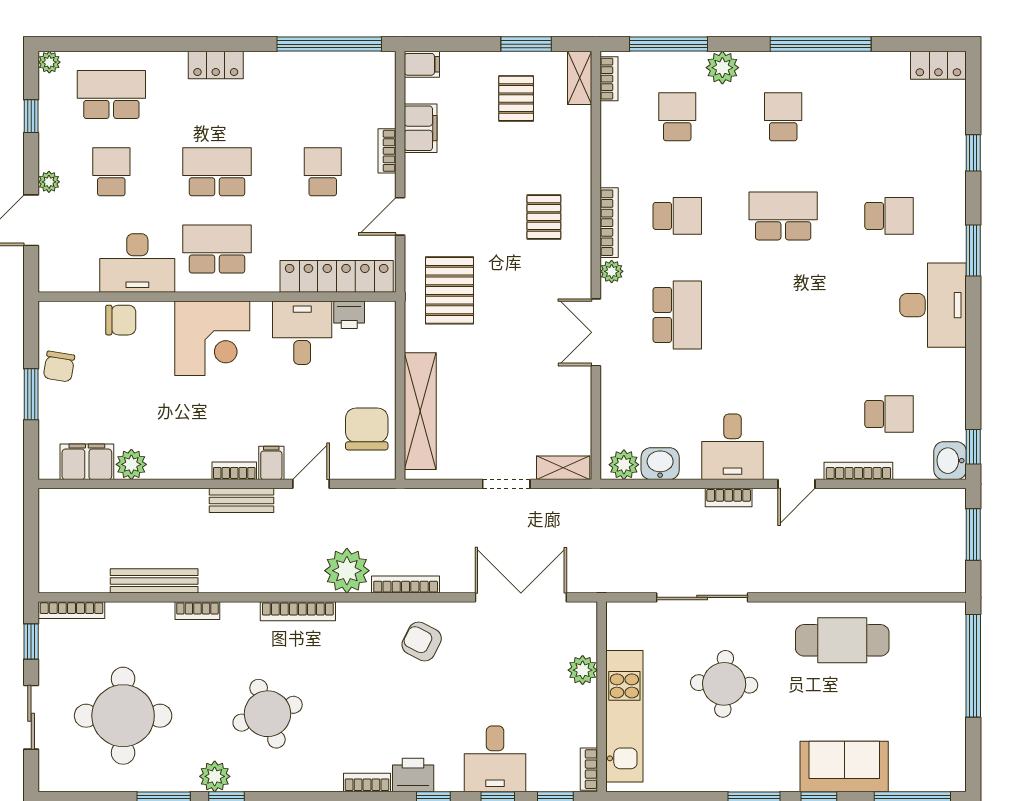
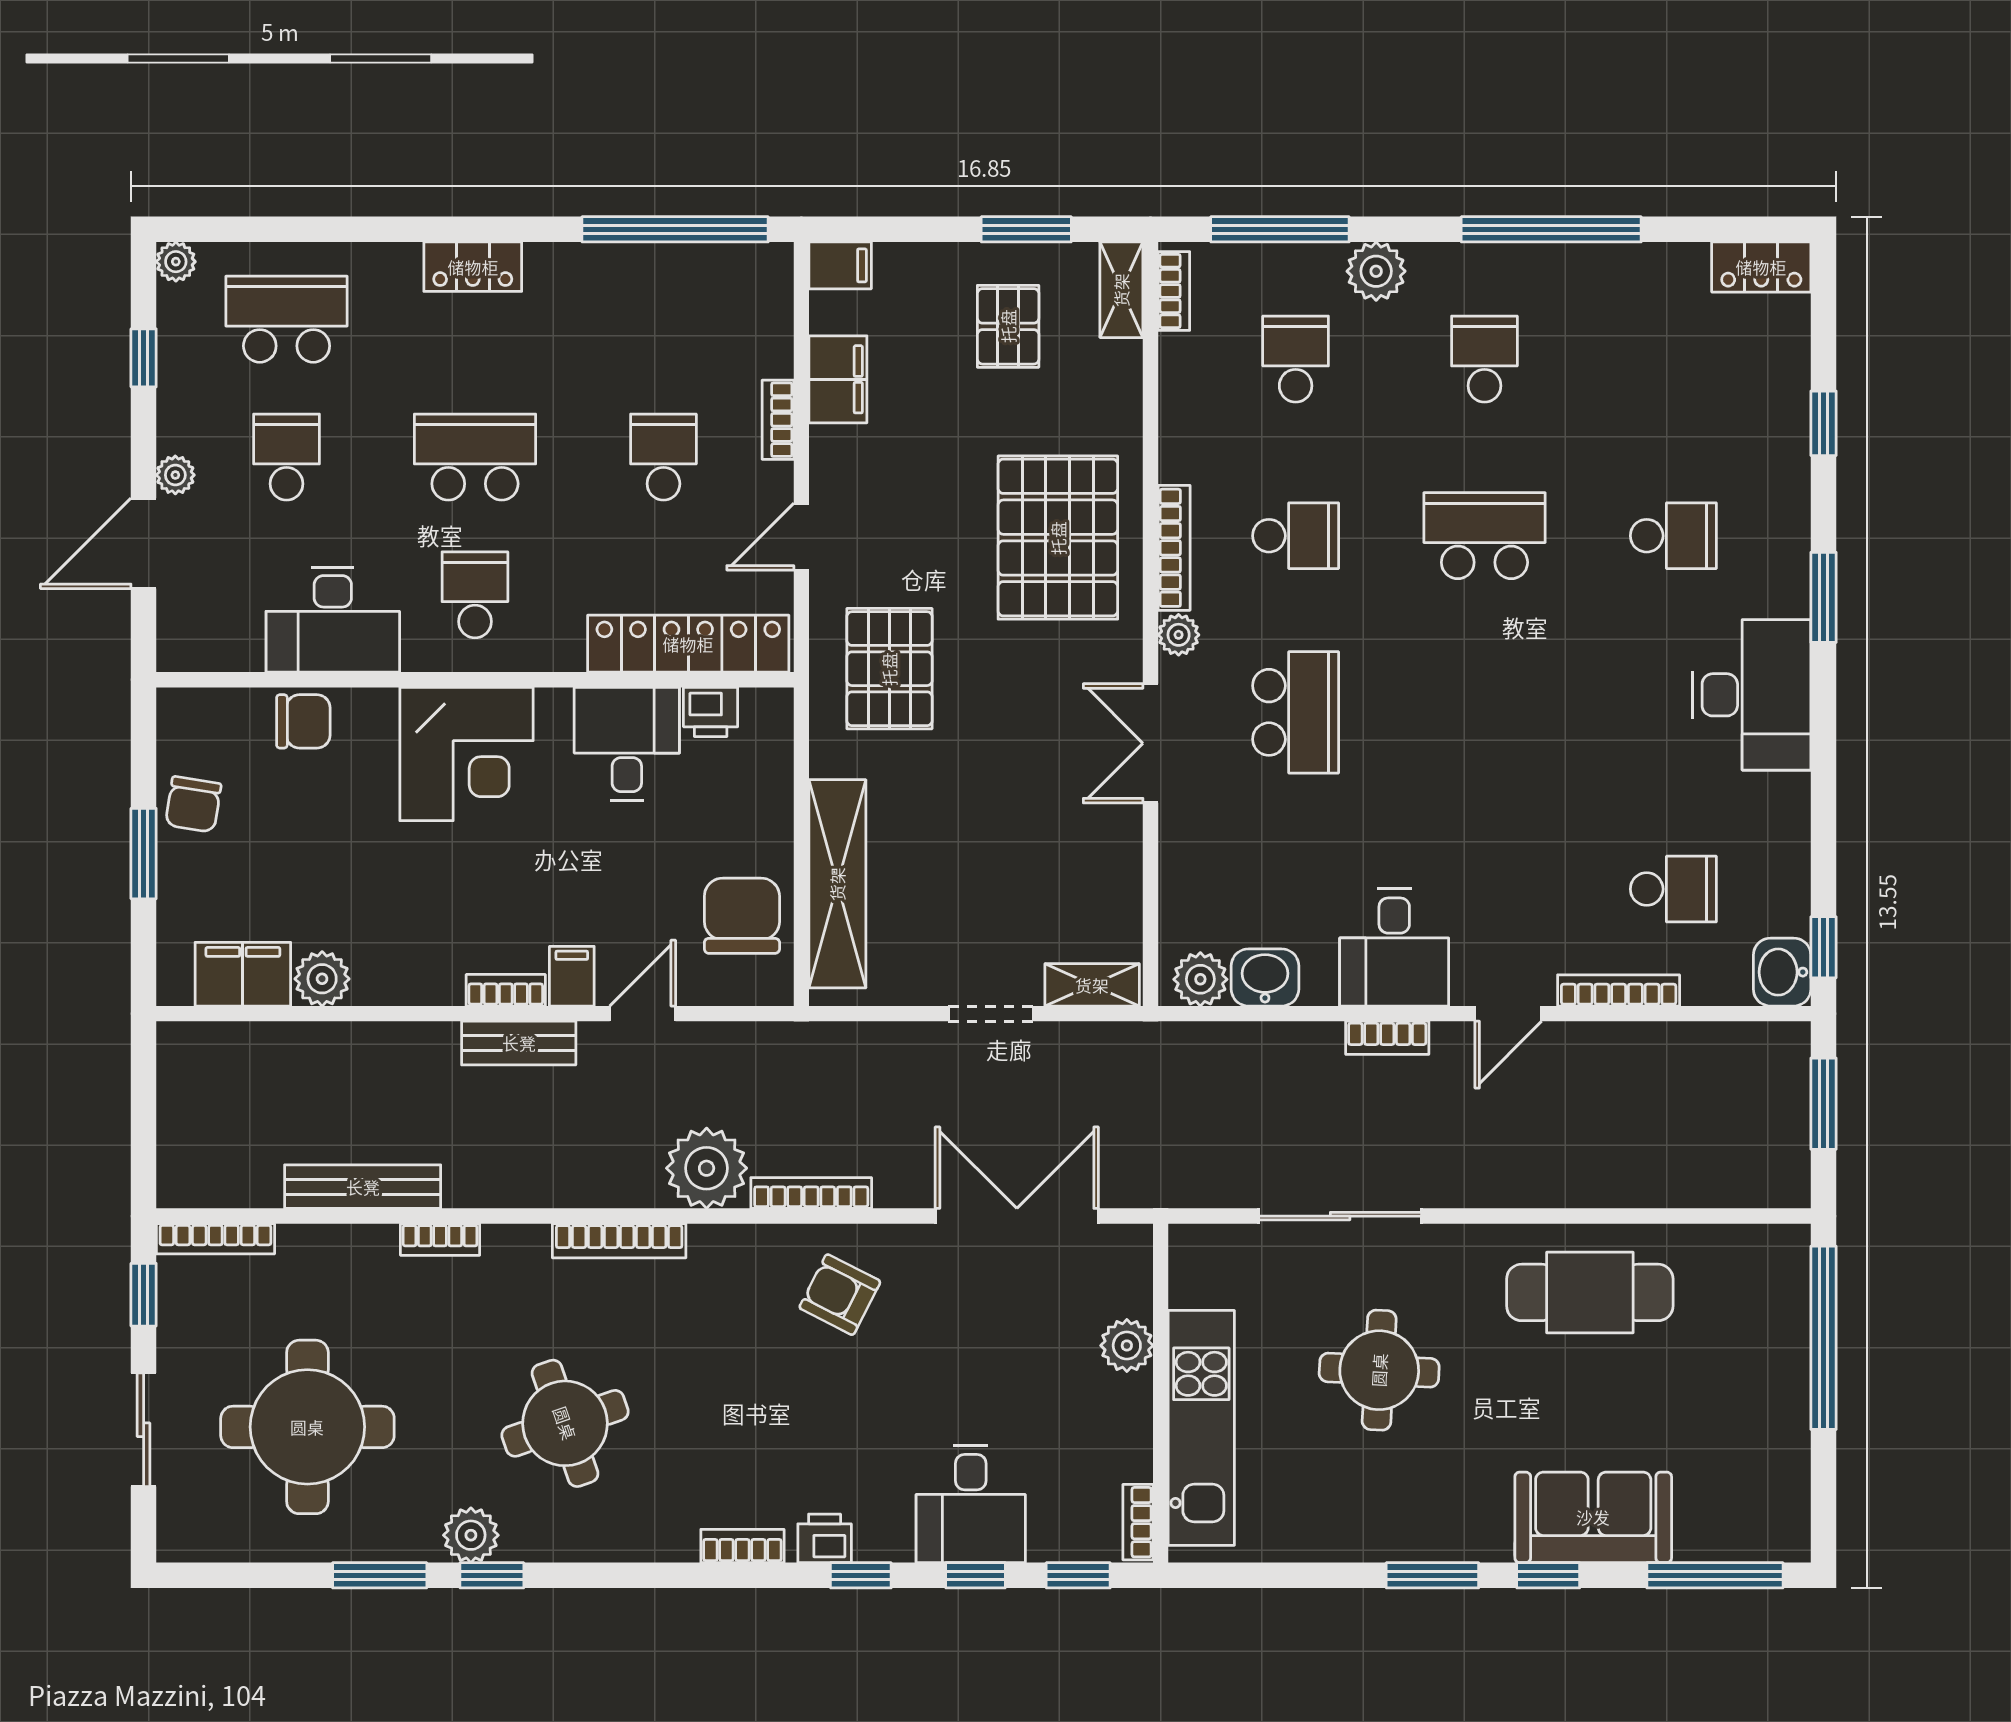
pallet: (544, 217) -> (1058, 538), width x2.05, depth x2.00
school desk: (217, 249) -> (475, 595), width x0.54
printer: (413, 775) -> (825, 1538), width x0.73, depth x0.81

